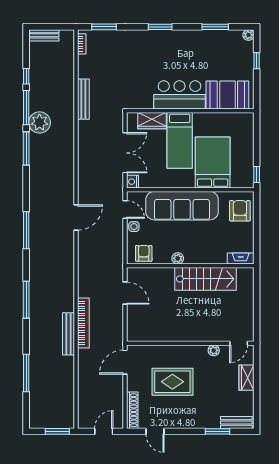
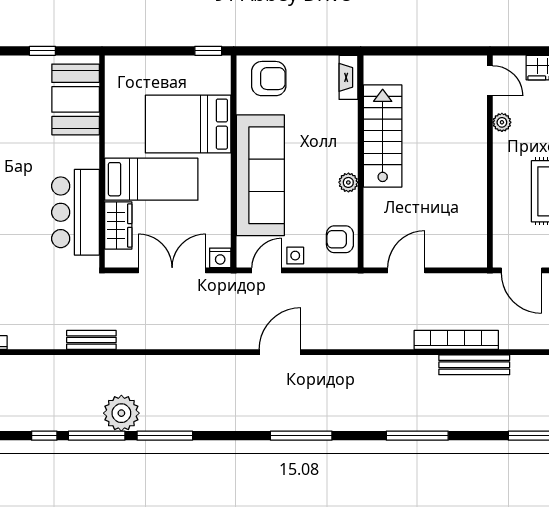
window: (257, 61) -> (42, 51), moved
bar counter: (179, 95) -> (75, 212), moved
bench: (83, 99) -> (91, 340), width x0.73
armchair: (240, 211) -> (269, 79), turned 180
door: (76, 218) -> (280, 352), hinge flipped

